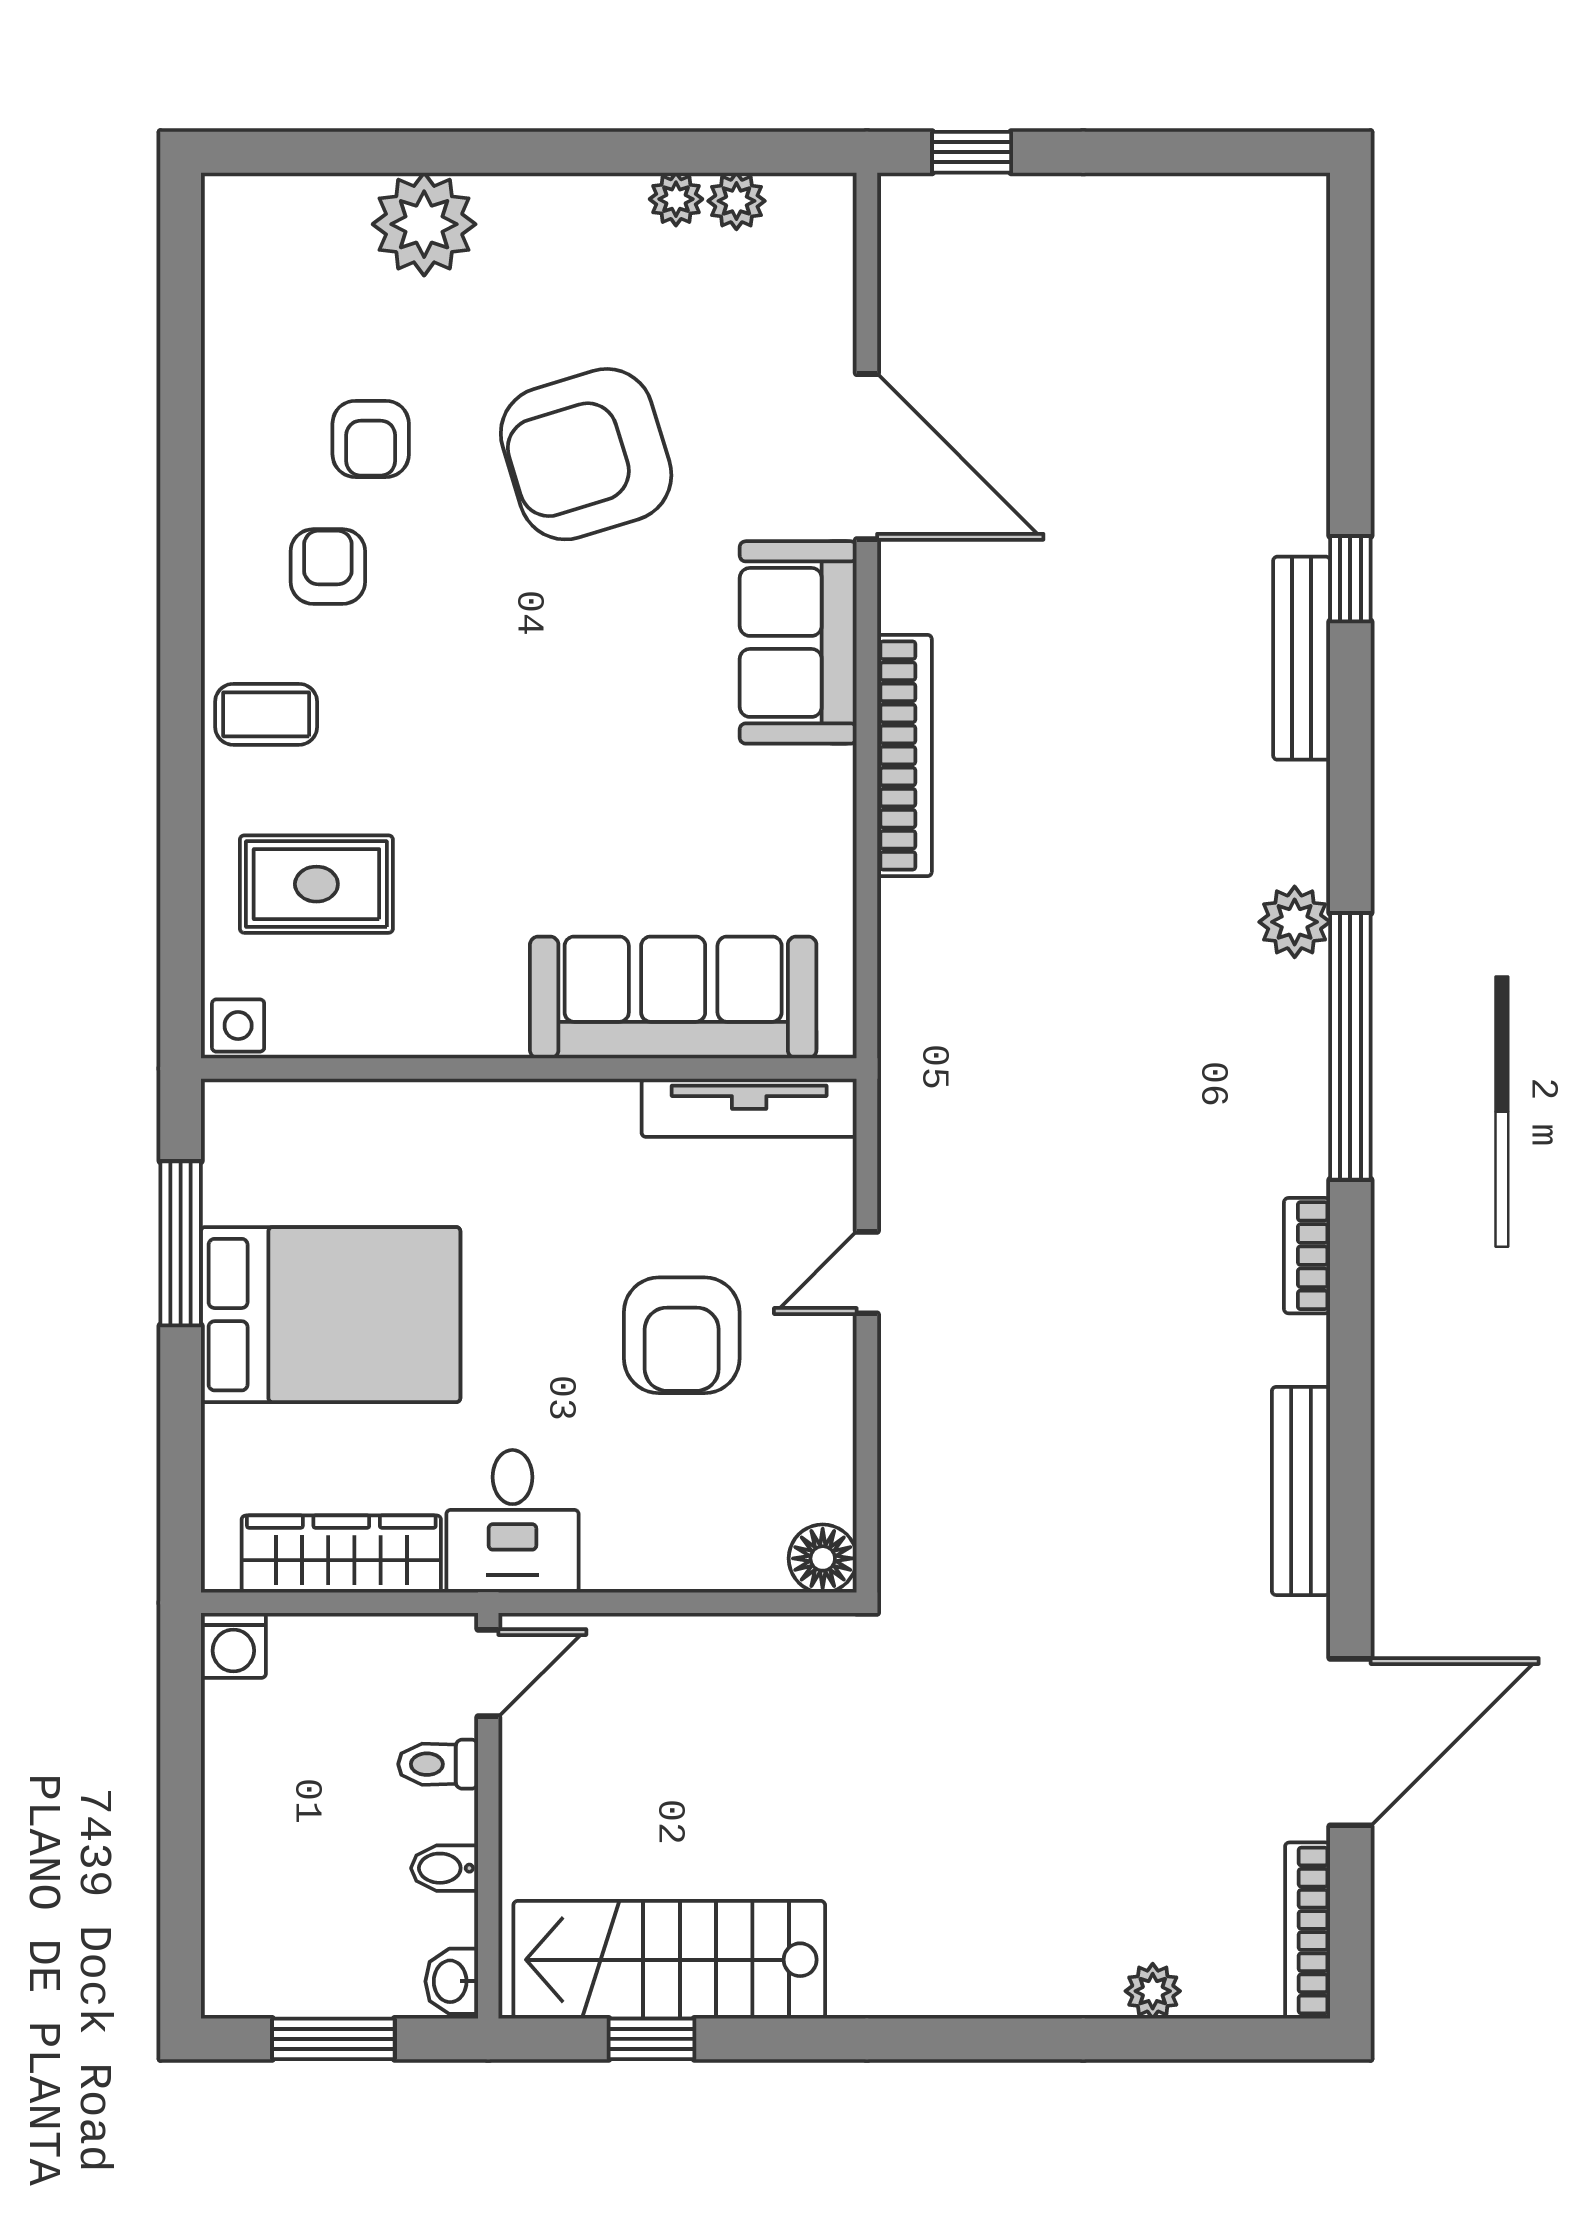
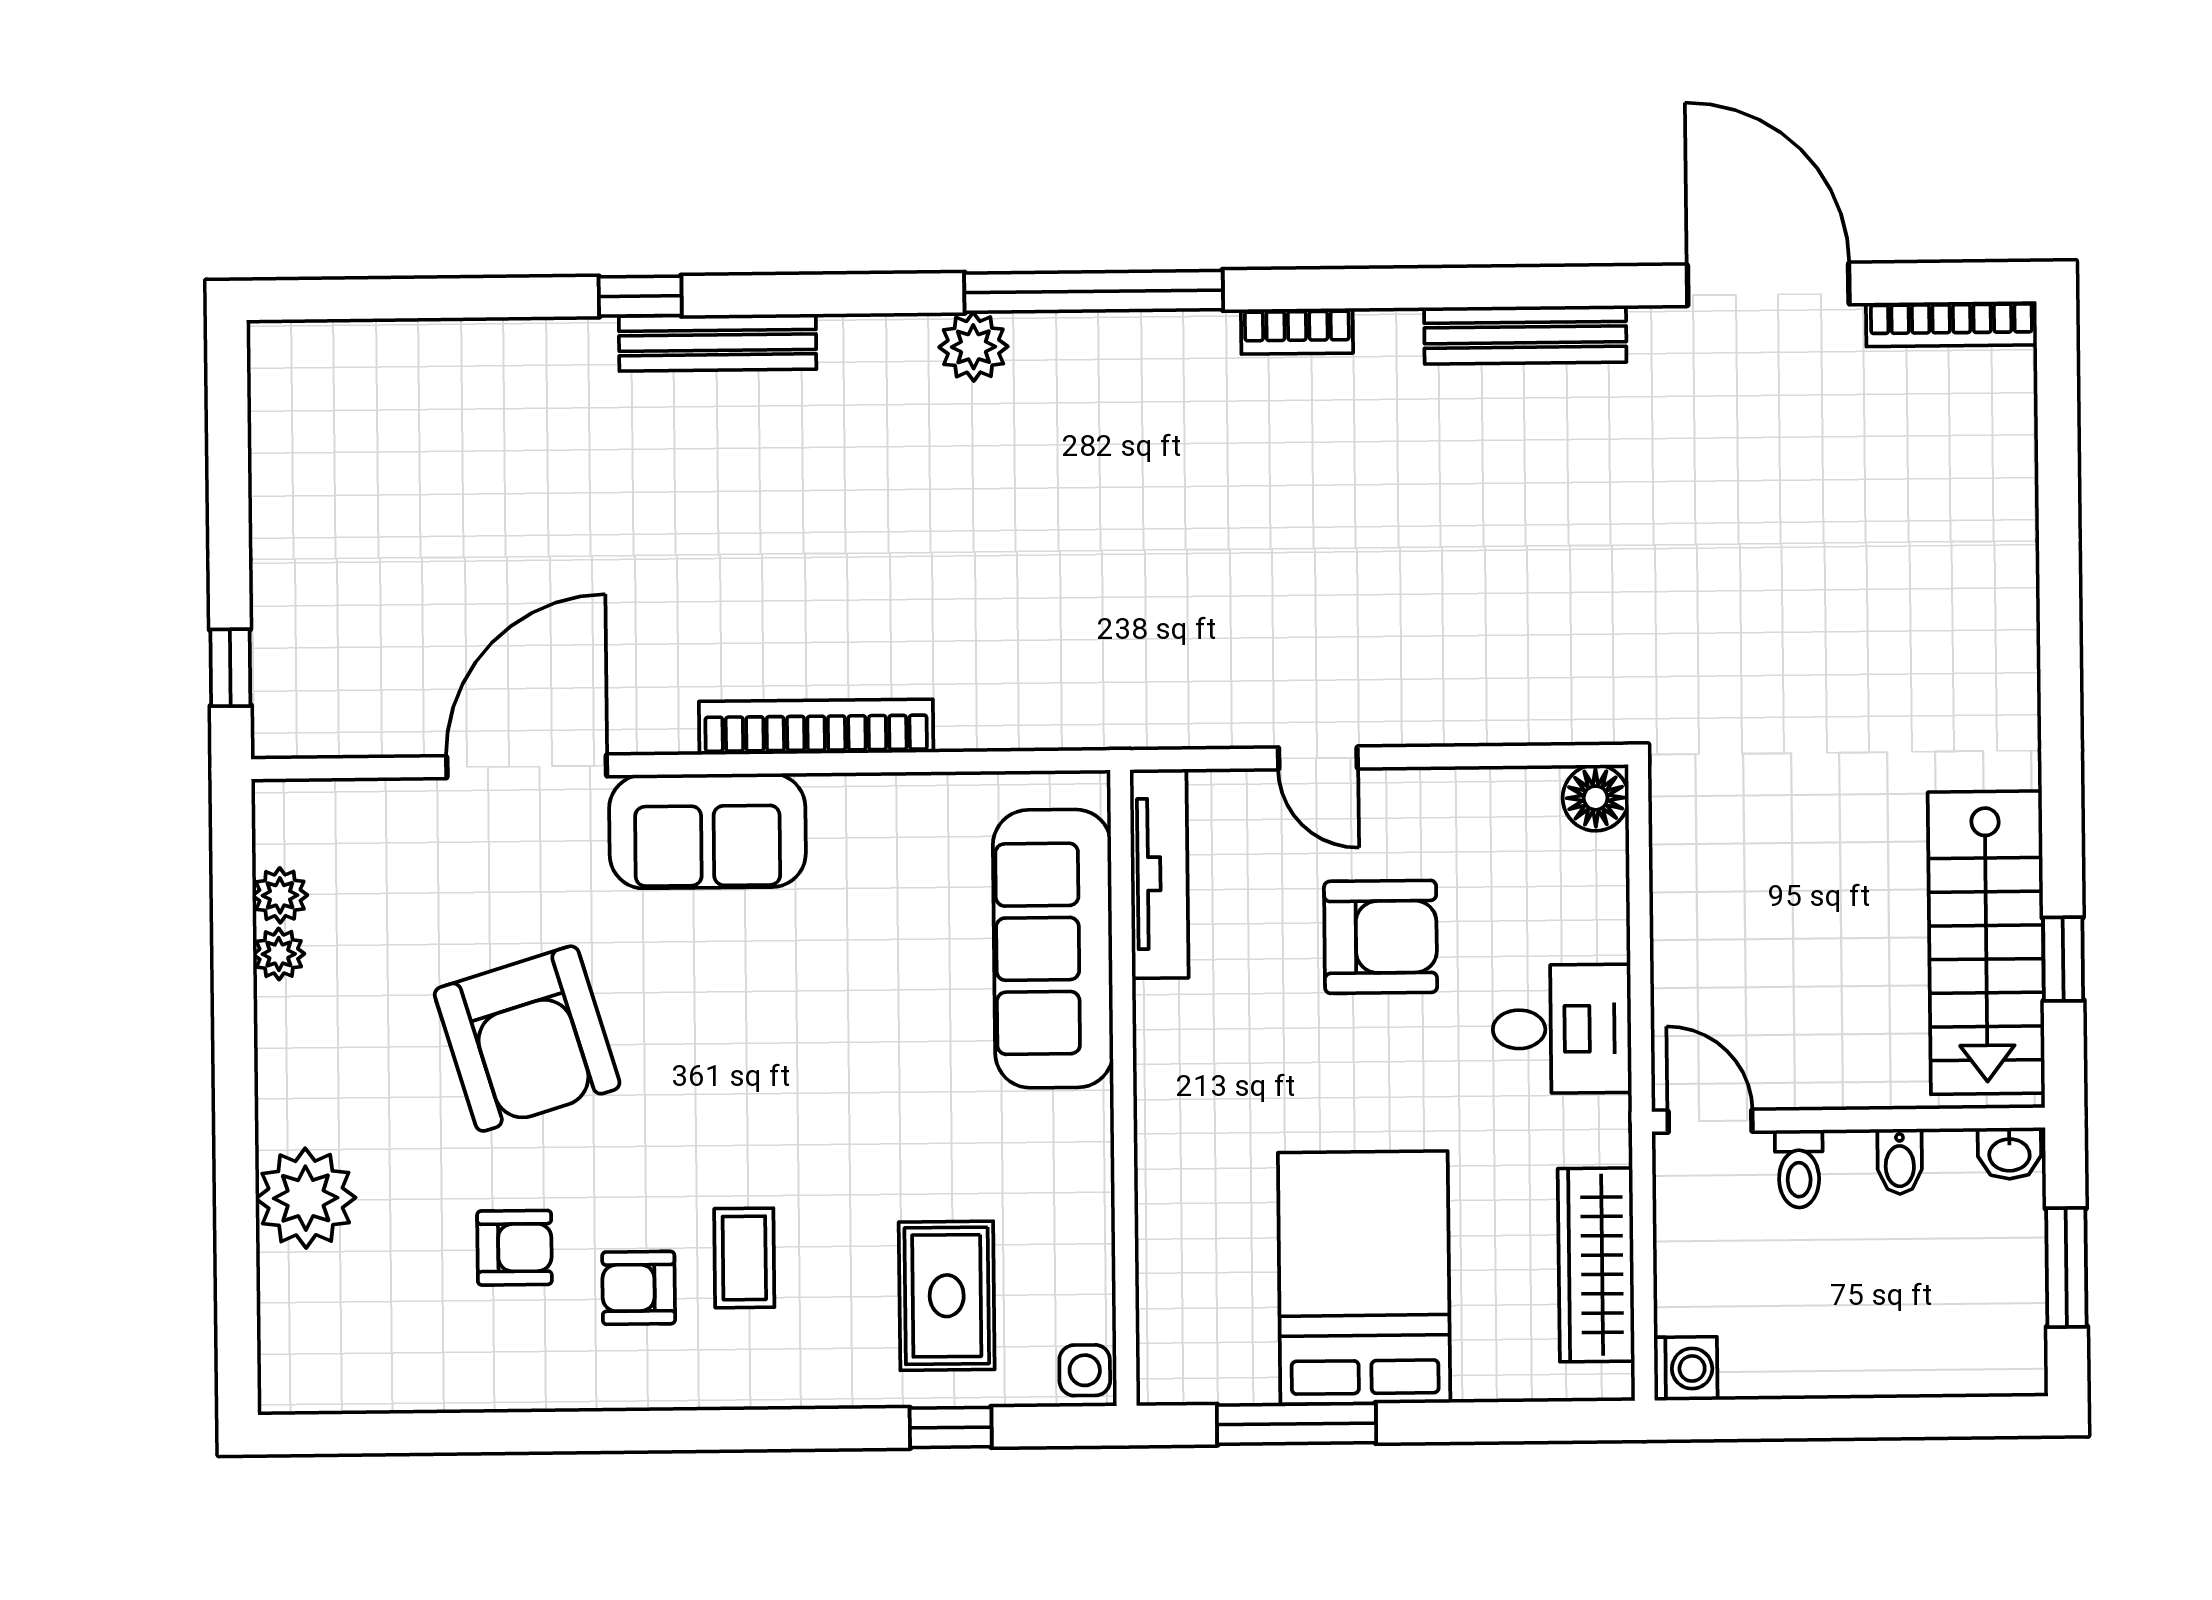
coffee table: (266, 714) -> (744, 1258), moved
window: (181, 887) -> (951, 1427), added
desk: (512, 1521) -> (1562, 1029), moved
plant: (1153, 1991) -> (2012, 473), removed

